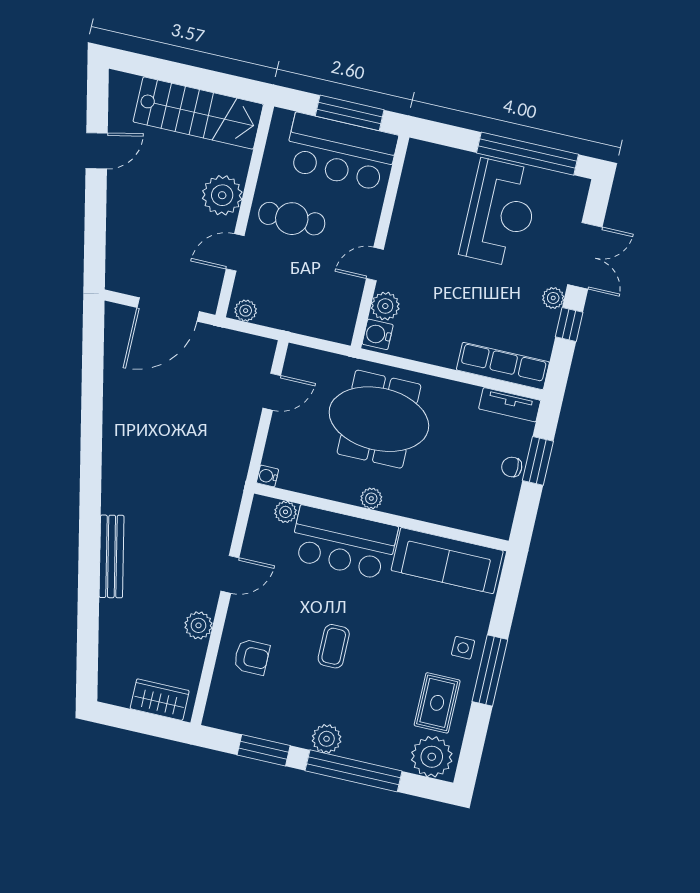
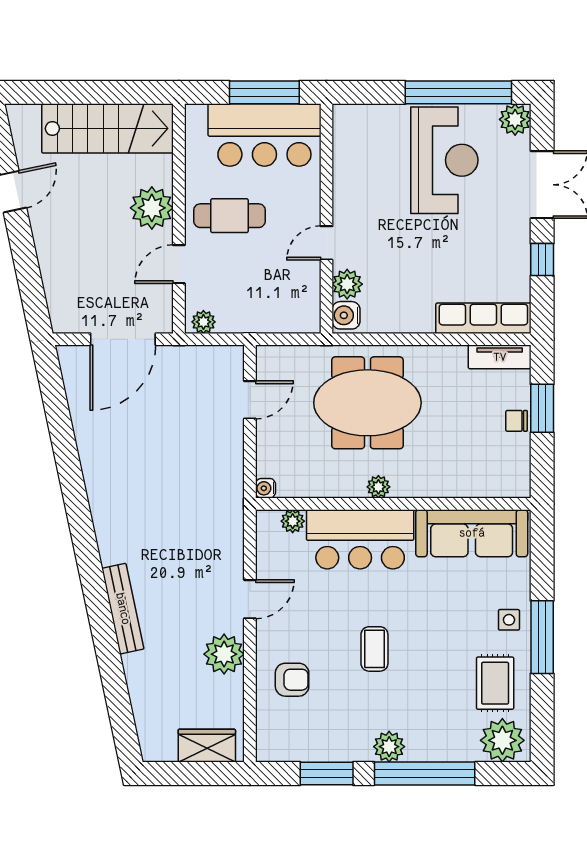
plant: (553, 298) -> (515, 119), moved, width x1.38, depth x1.38
plant: (198, 625) -> (224, 654), width x1.36, depth x1.36

